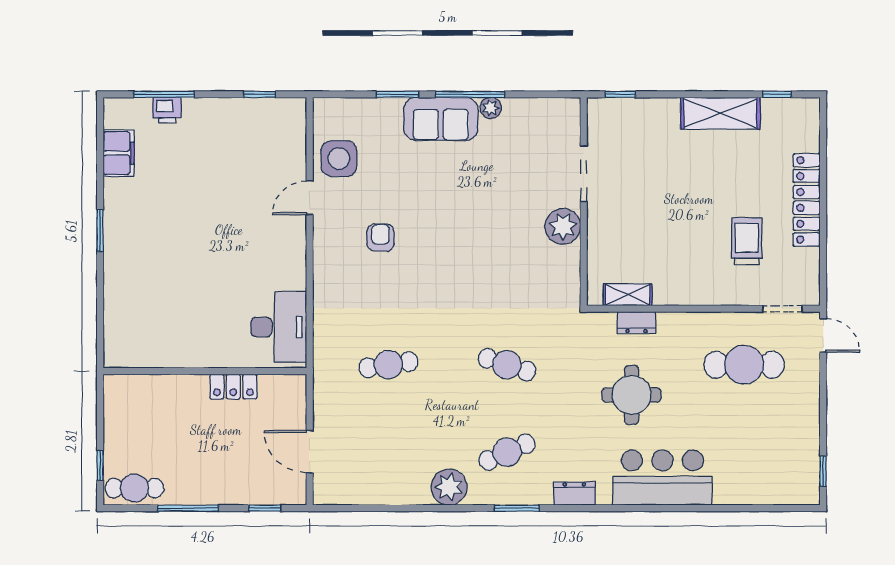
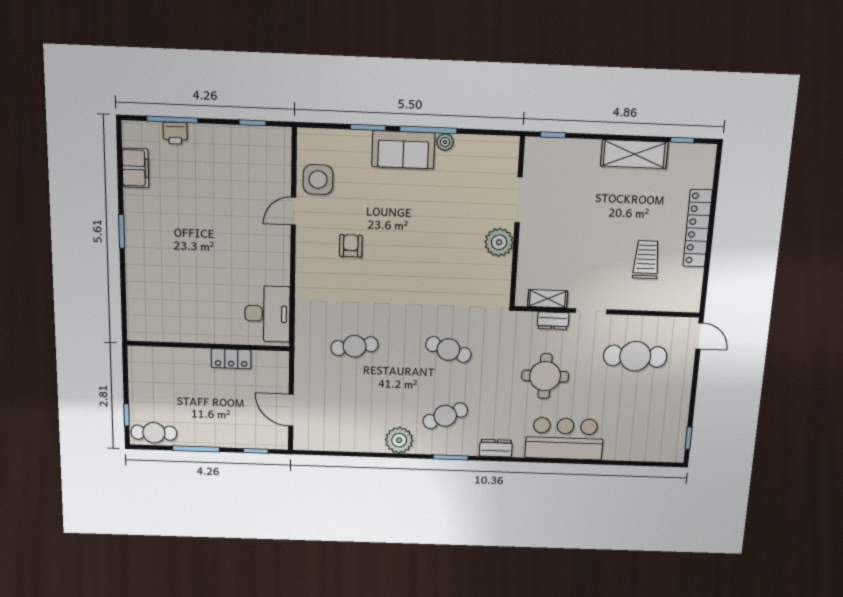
doorway: (782, 309) -> (591, 311), moved

